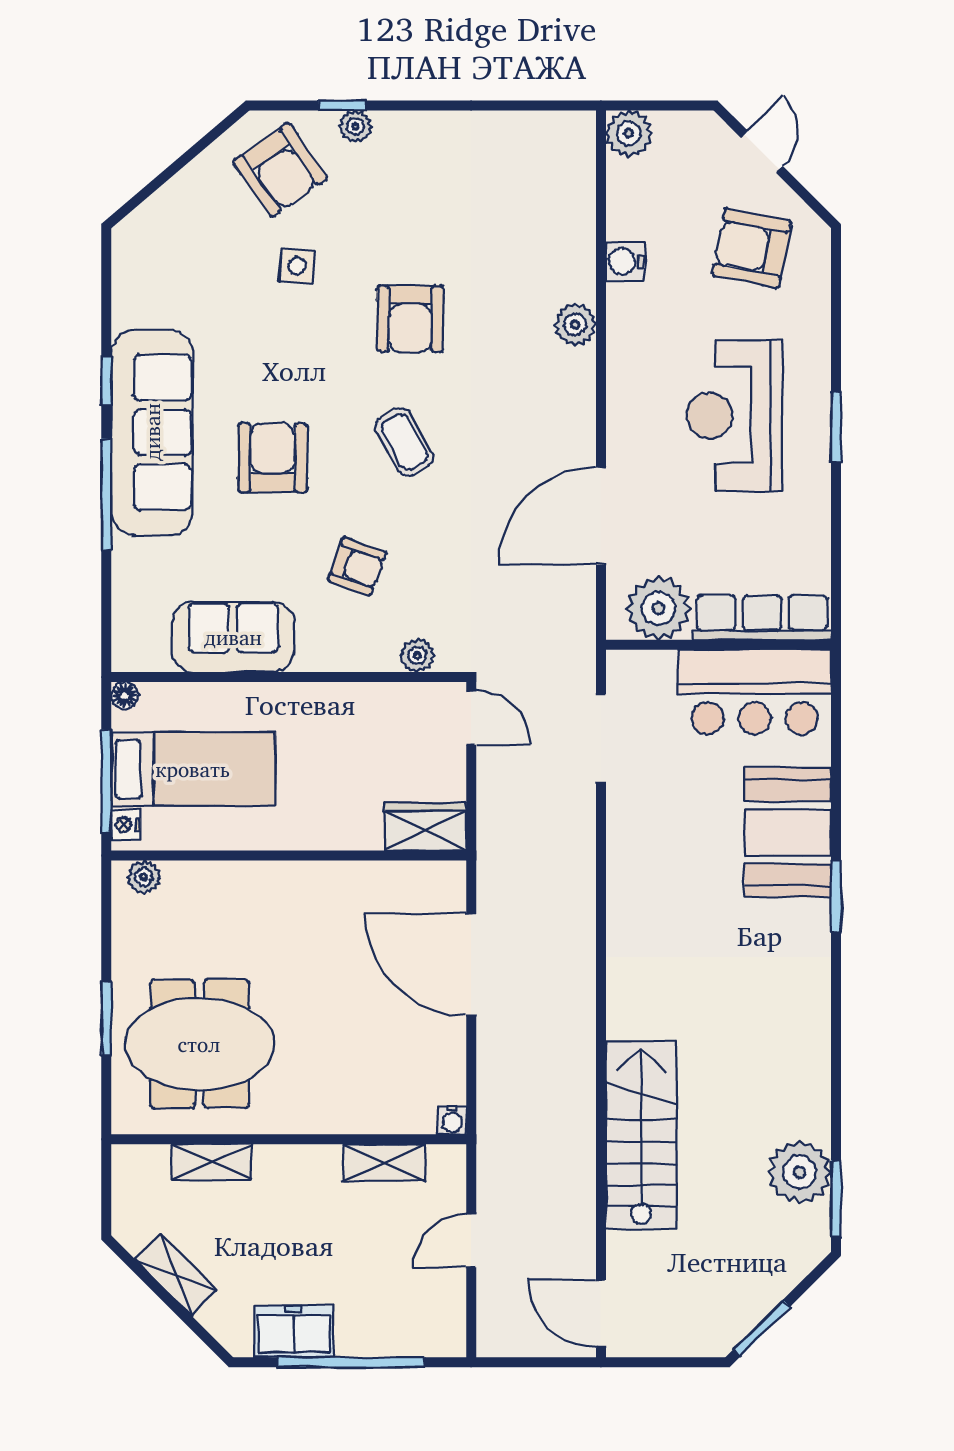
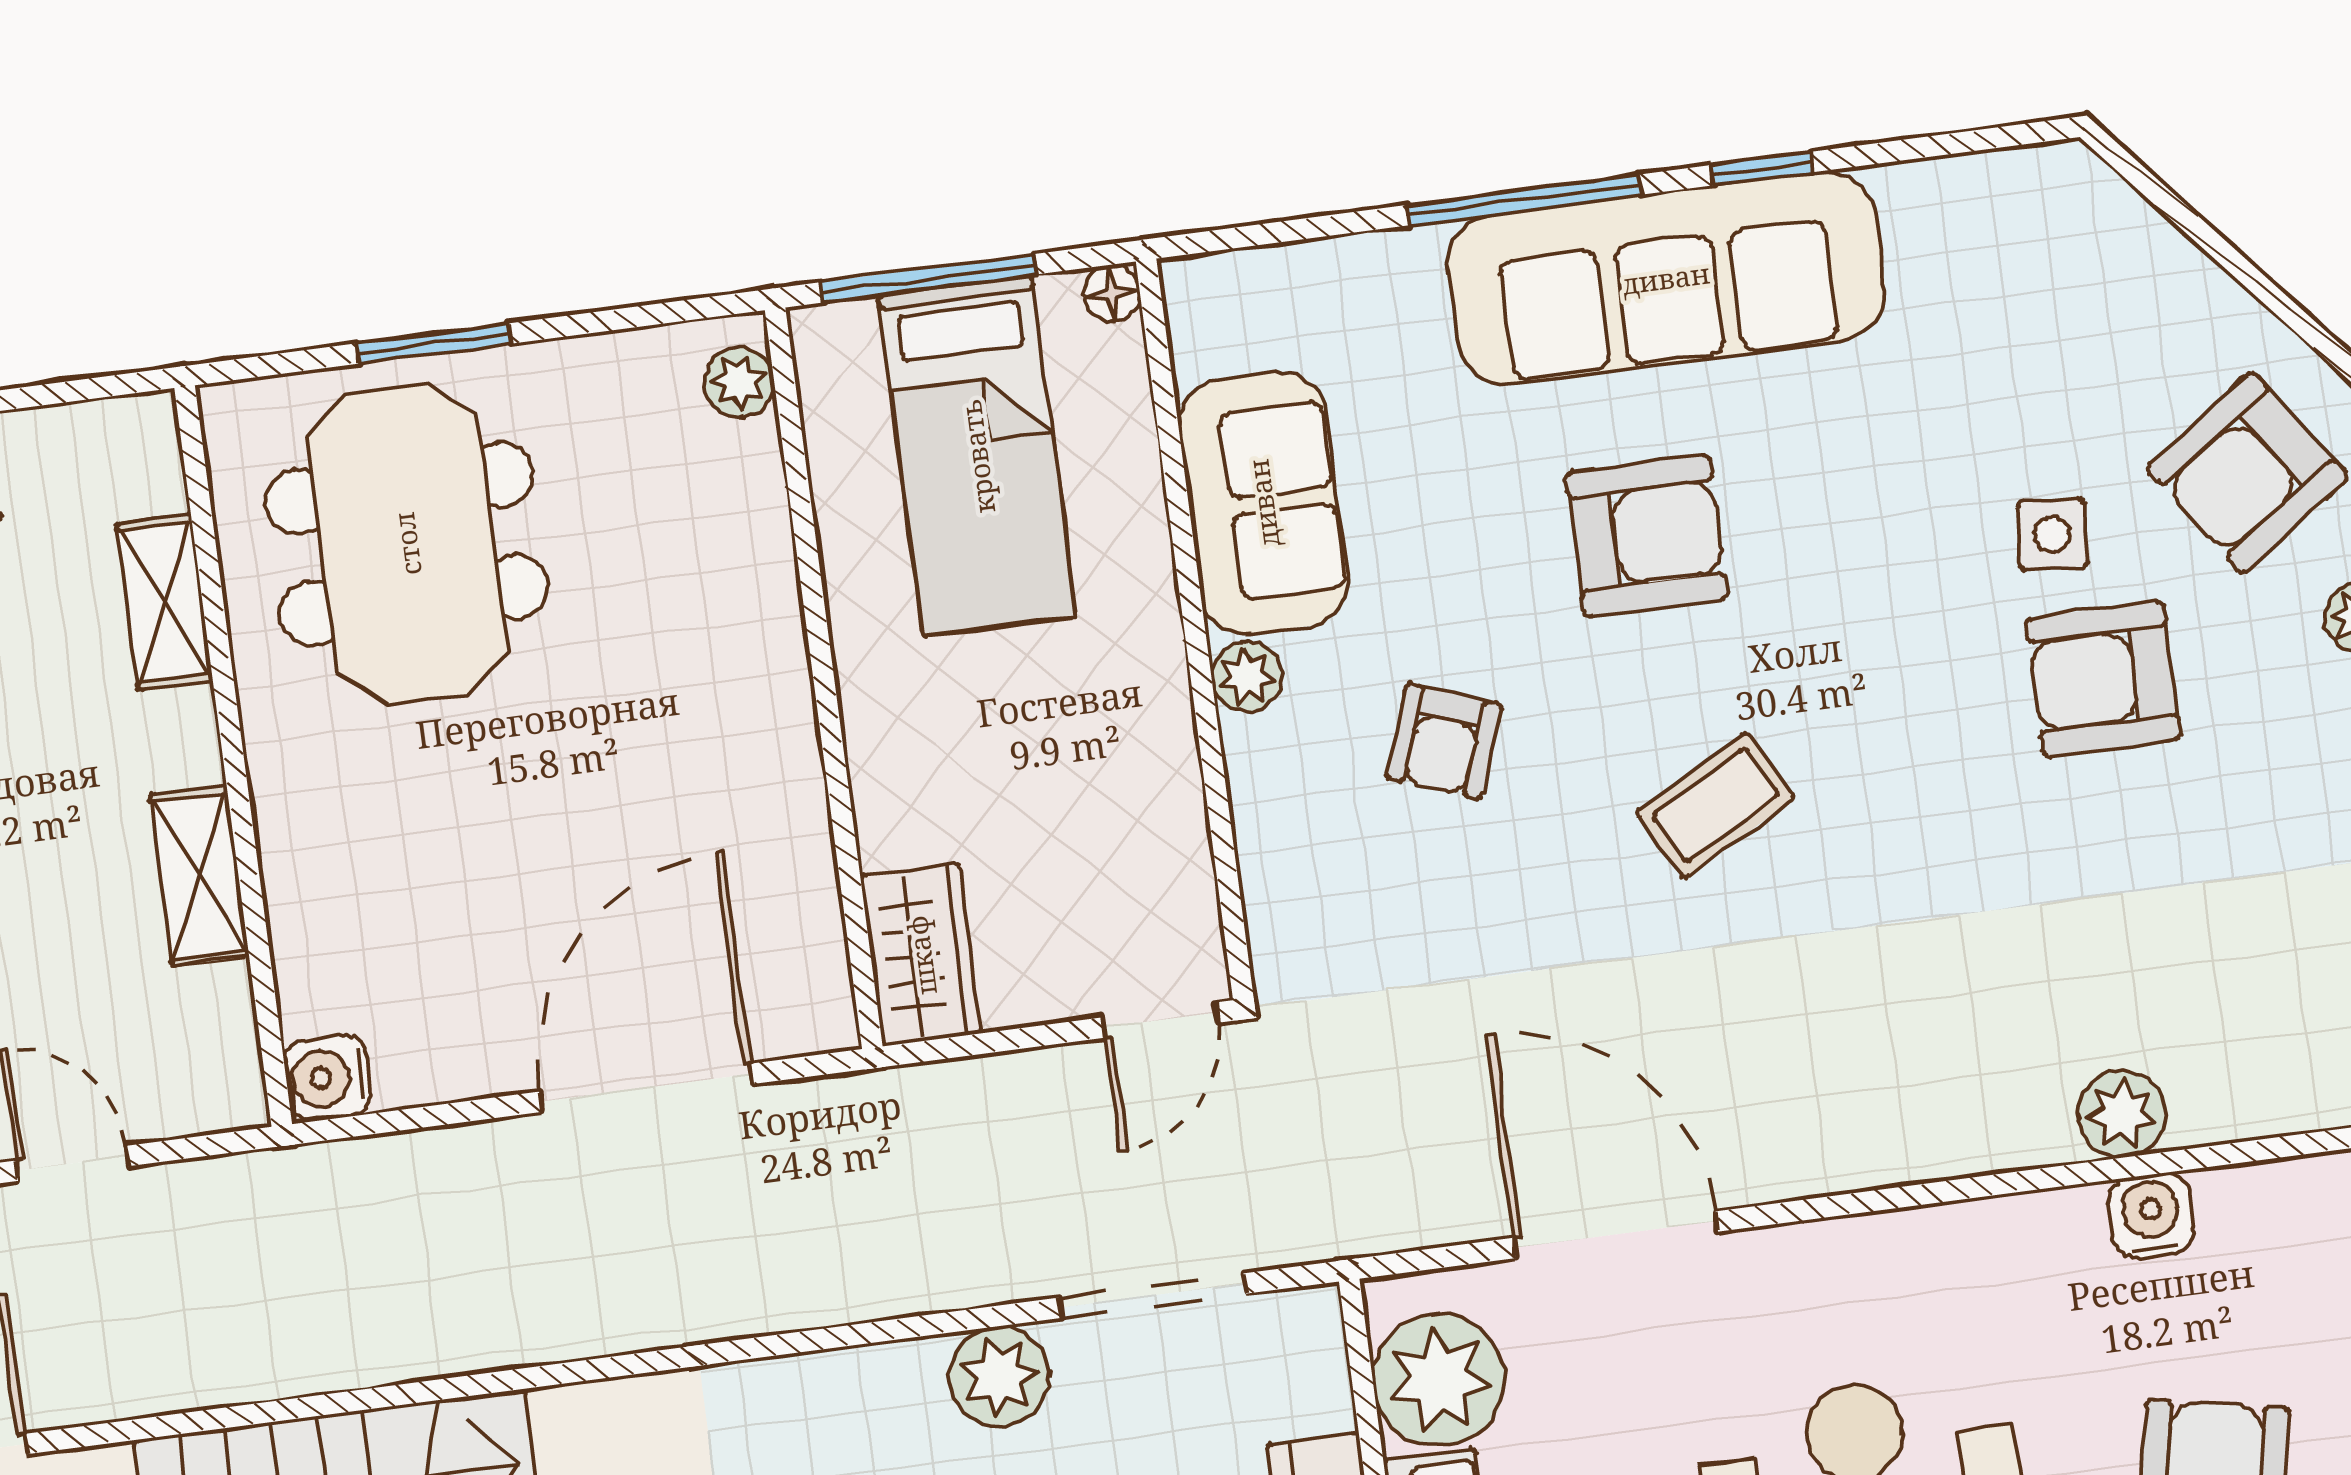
armchair: (410, 319) -> (2103, 679), moved
plant: (575, 325) -> (2122, 1114), moved
plant: (417, 655) -> (1247, 677), moved
plant: (630, 816) -> (1000, 1376), added
nightstand: (126, 825) -> (843, 331), removed
water cooler: (452, 1120) -> (328, 1078), width x1.38, depth x1.38
shelving: (384, 1163) -> (199, 876), moved

